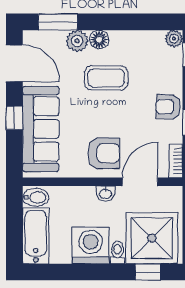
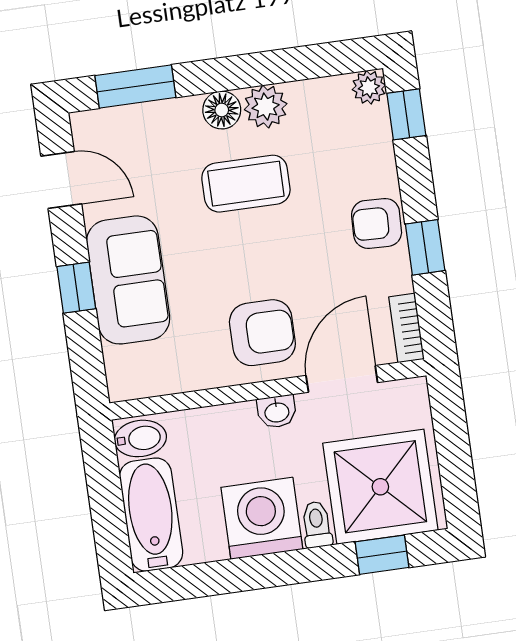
plant: (77, 41) -> (266, 107), moved
door: (14, 63) -> (61, 180), width x0.73
sofa: (41, 129) -> (128, 280), width x0.73

